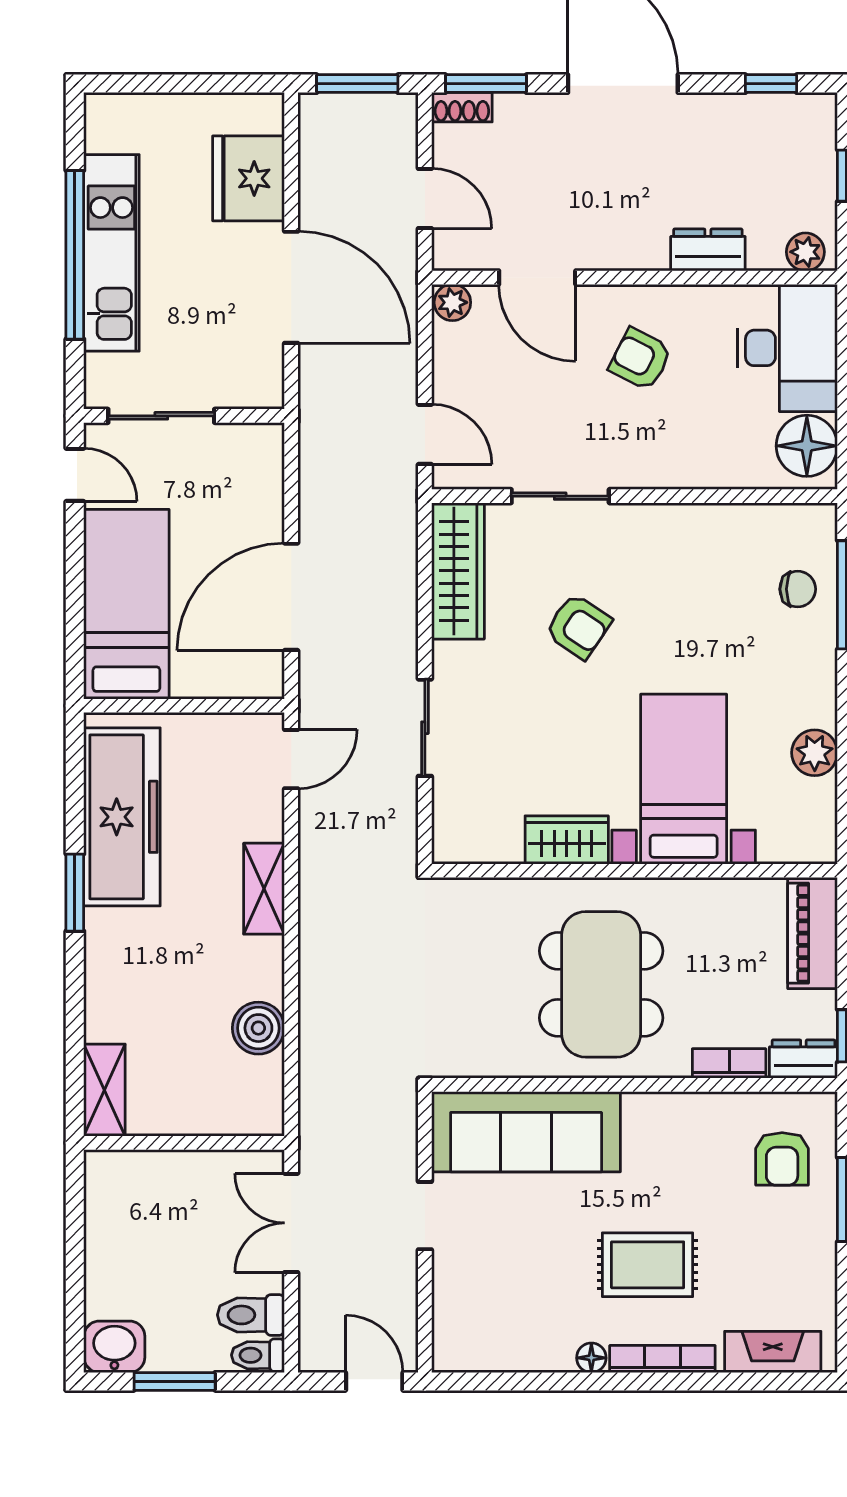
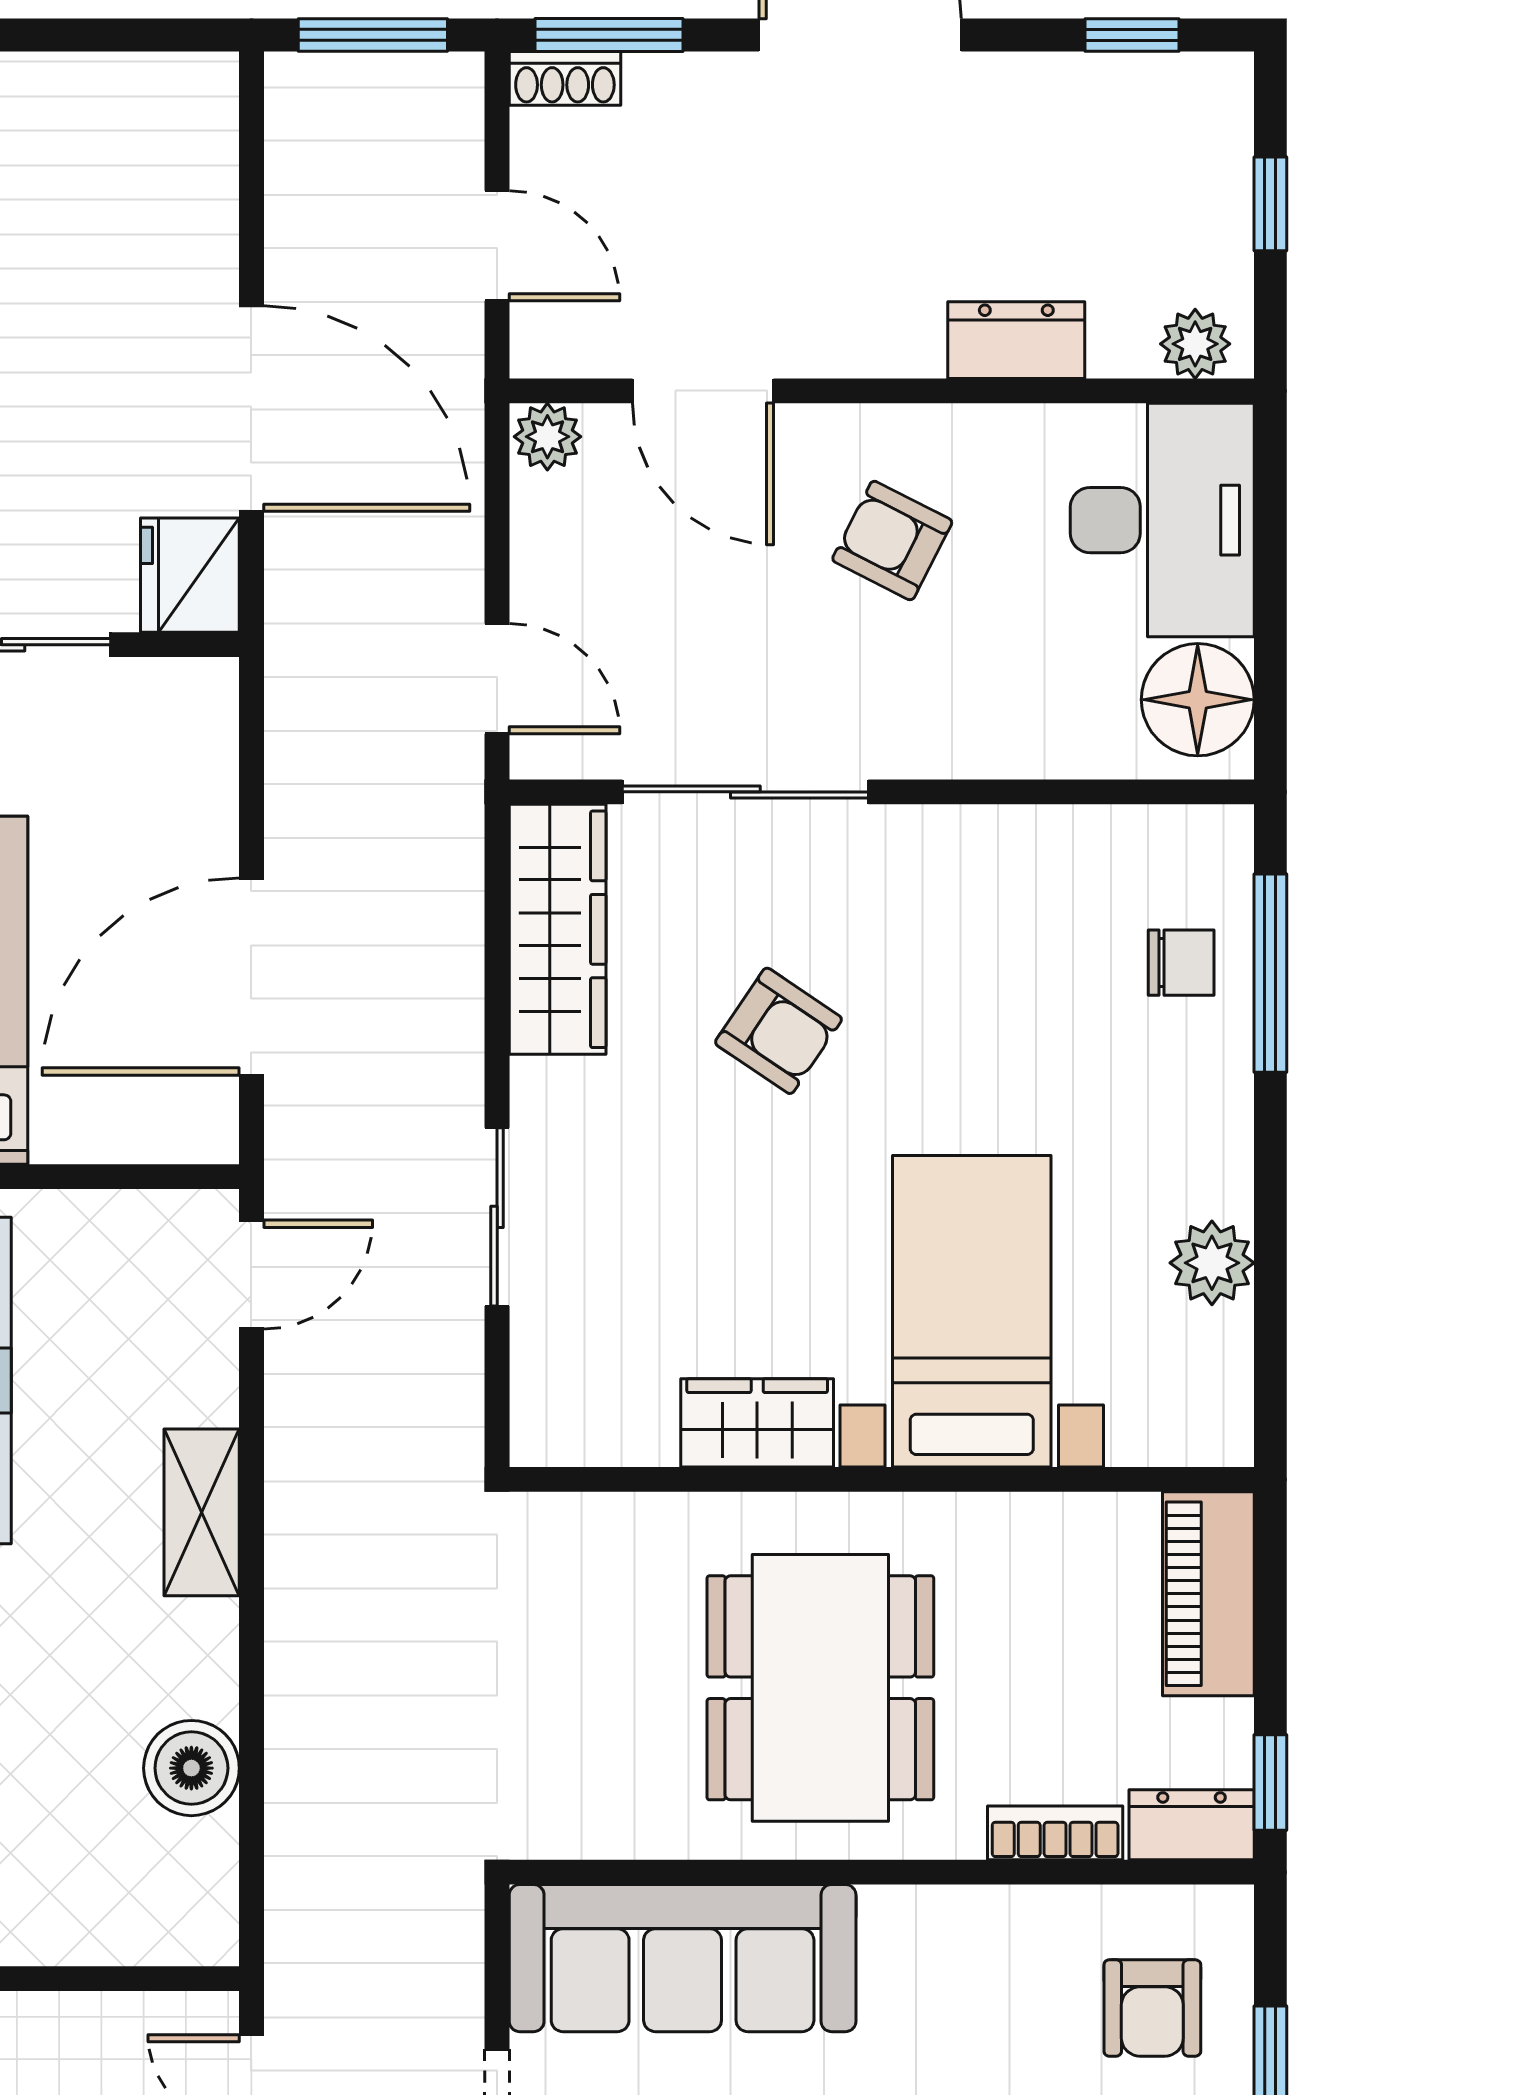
fridge: (248, 178) -> (190, 575), moved, width x0.73, depth x0.75
sliding door: (560, 496) -> (745, 792), width x1.37

